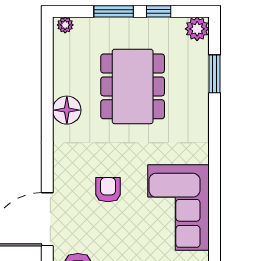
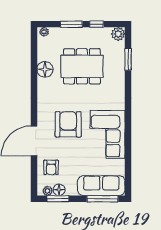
dining table: (133, 86) -> (82, 66), turned 90
floor lamp: (67, 110) -> (45, 69), moved
armchair: (108, 190) -> (68, 124), width x1.88, depth x1.88

